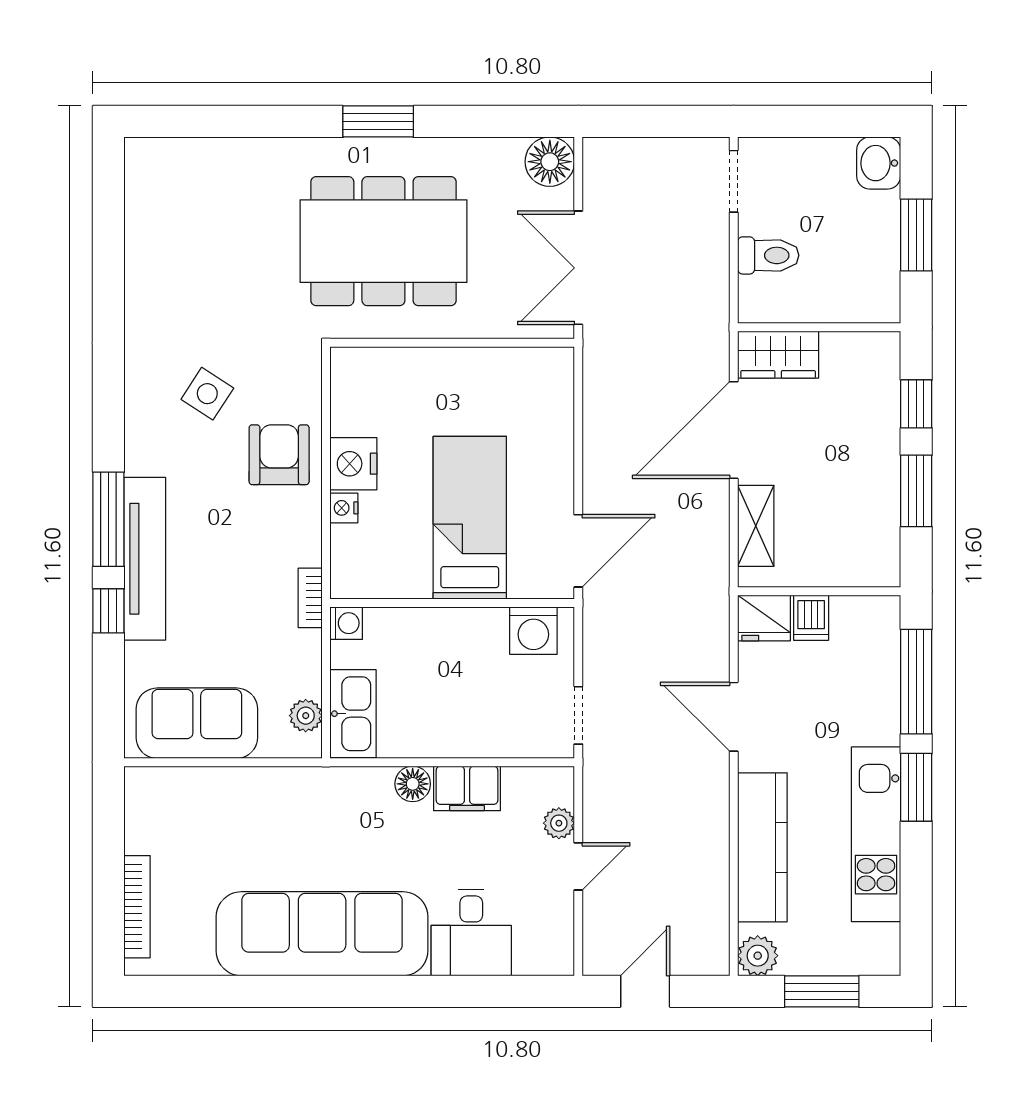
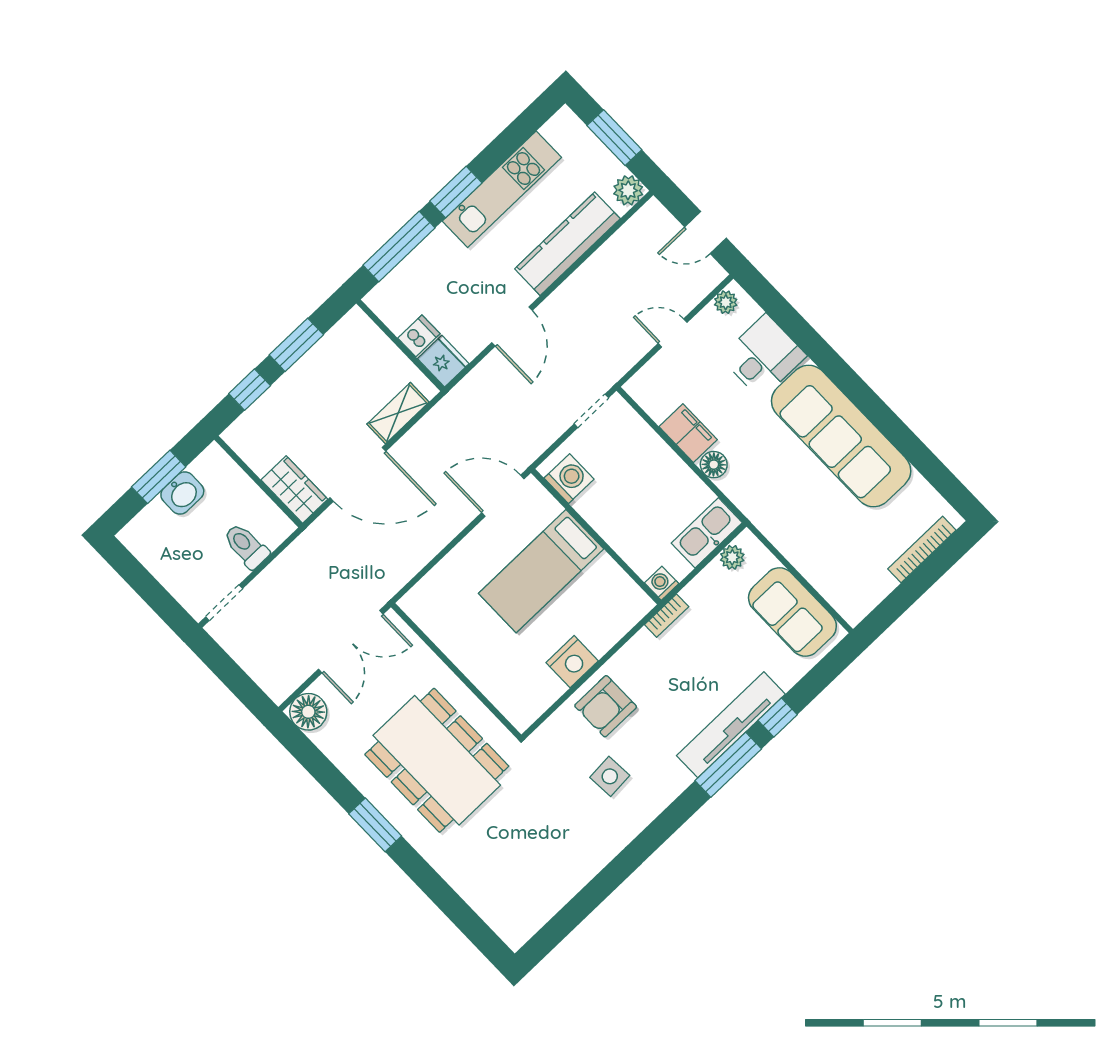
washbasin: (879, 163) -> (182, 493), moved
side table: (207, 394) -> (610, 776), turned -37
nightstand: (344, 508) -> (601, 644), removed
plant: (559, 823) -> (726, 302), moved

